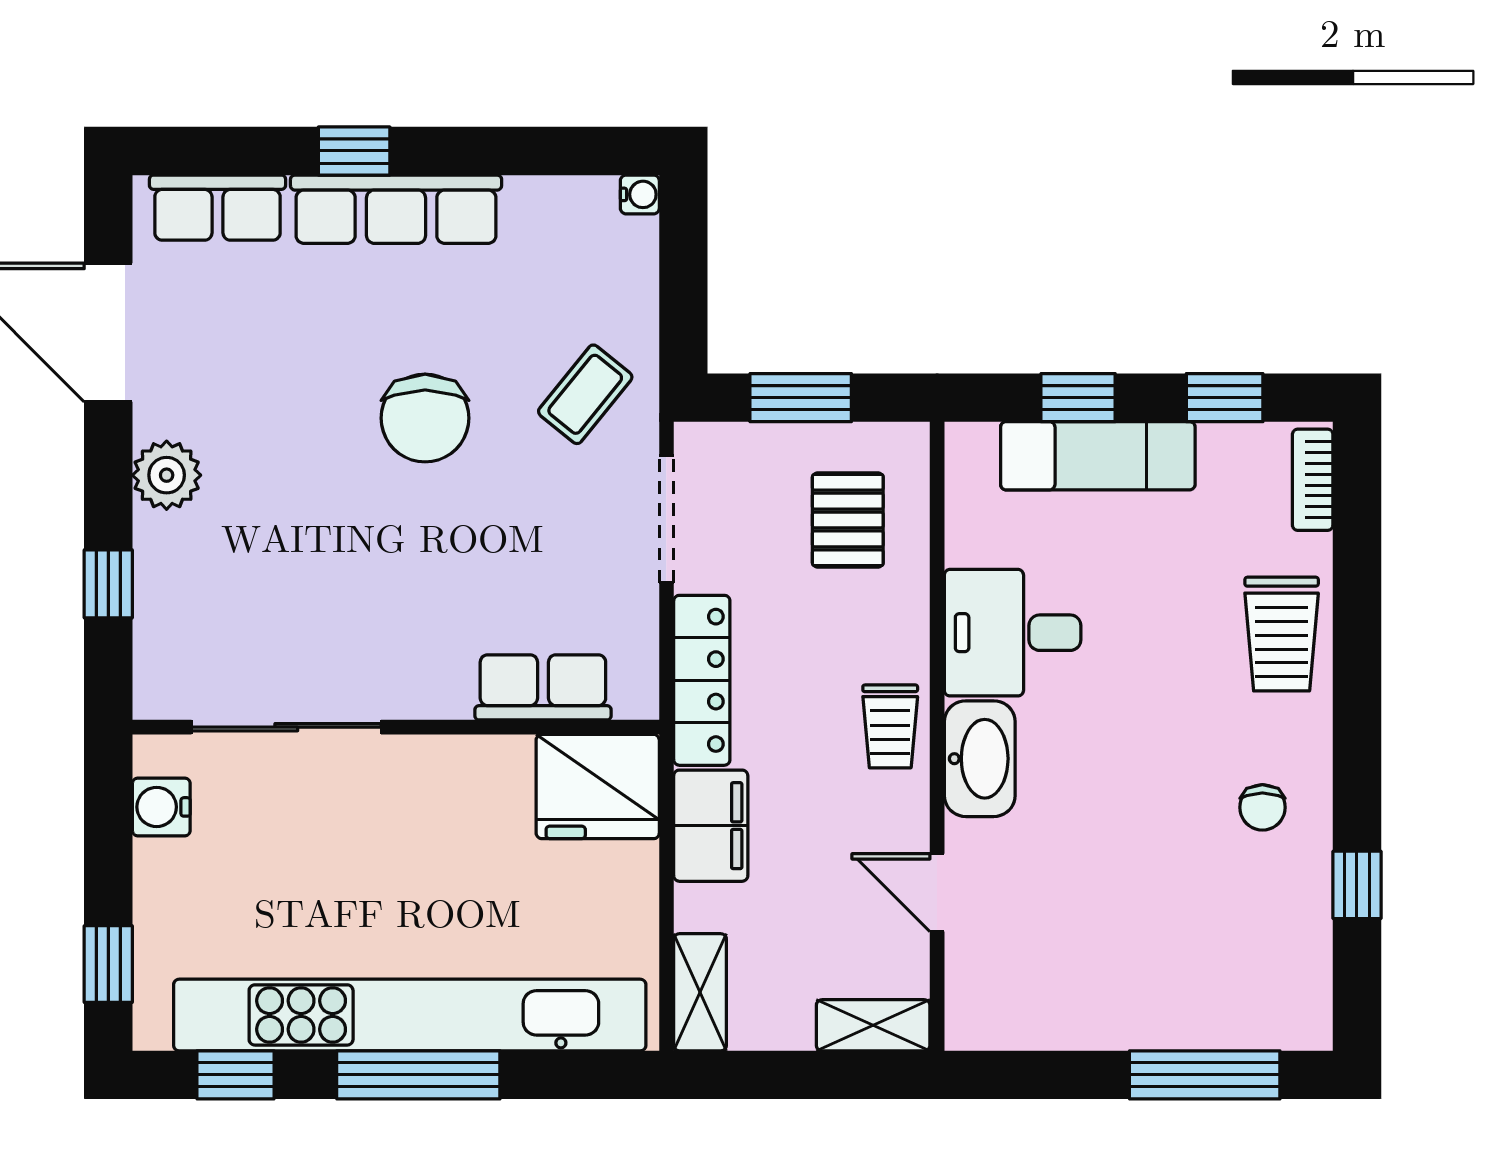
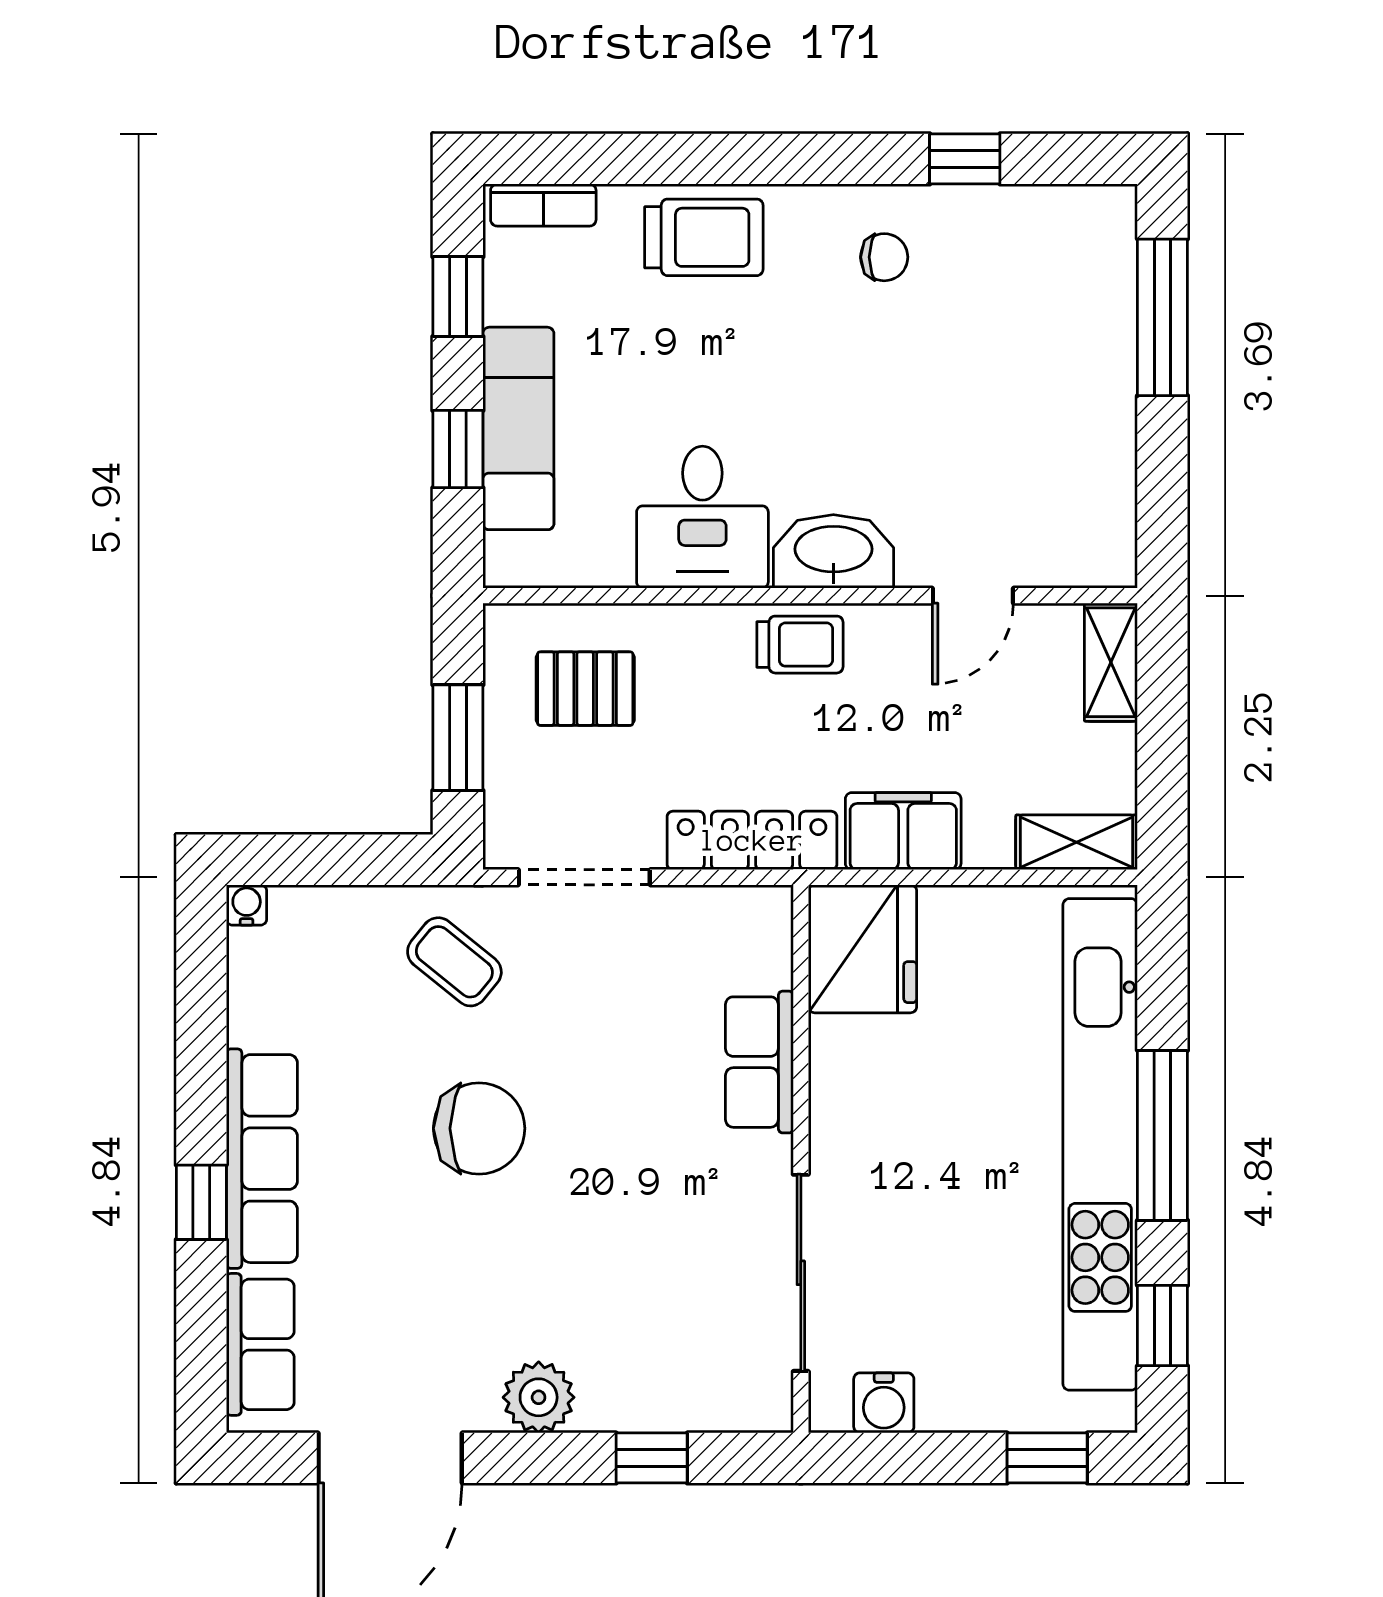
row of seats: (543, 687) -> (759, 1062), moved

